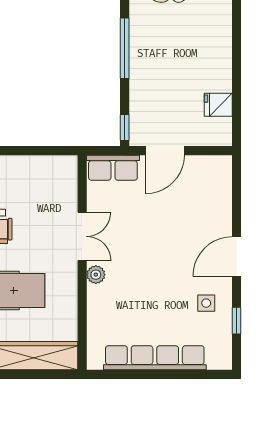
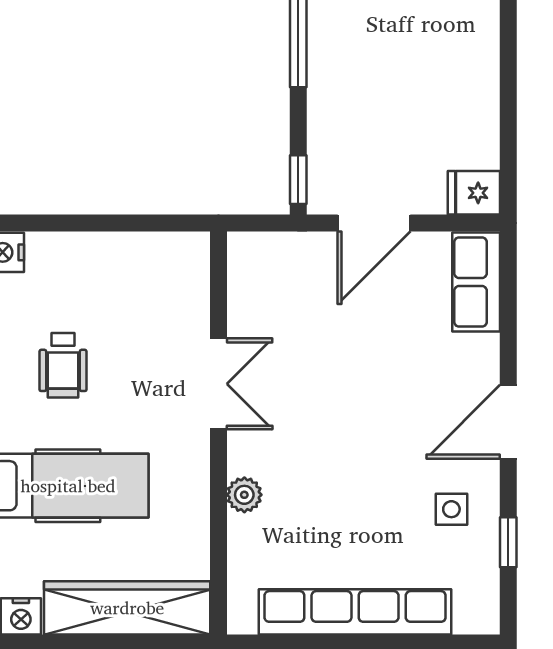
fridge: (218, 105) -> (474, 193), moved
row of seats: (113, 168) -> (476, 282), moved, turned 90
plant: (96, 275) -> (244, 495), moved

